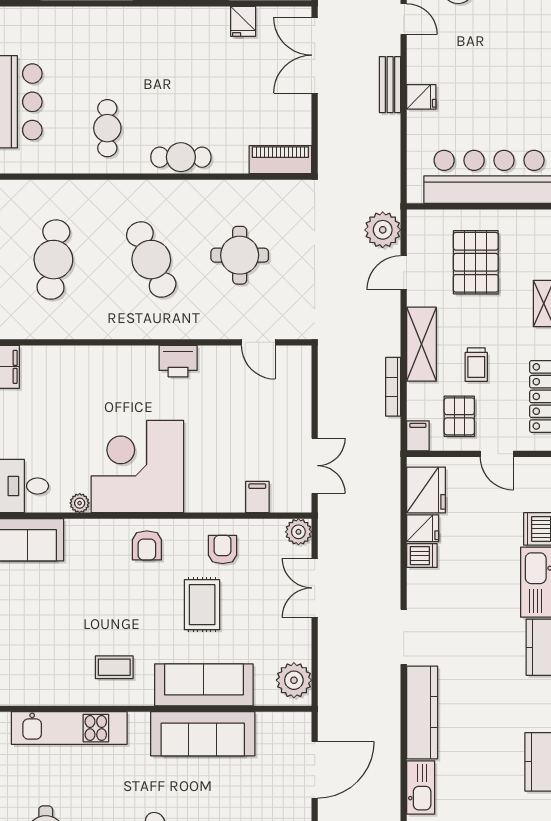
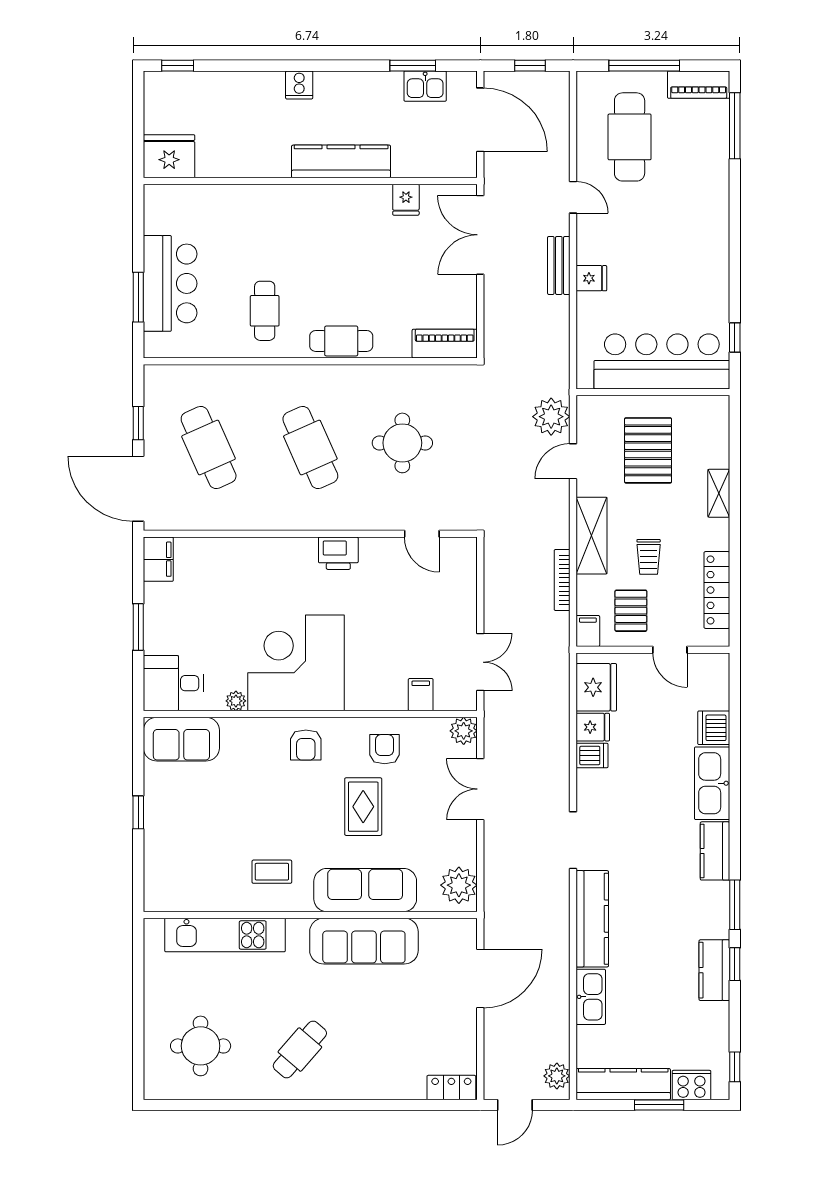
cafe table: (53, 260) -> (209, 448), turned -30

